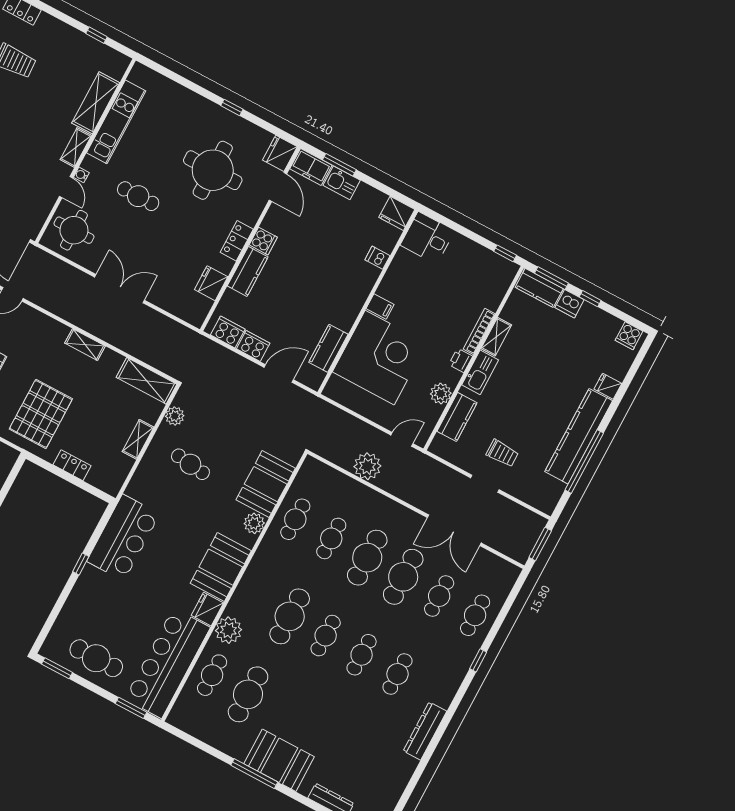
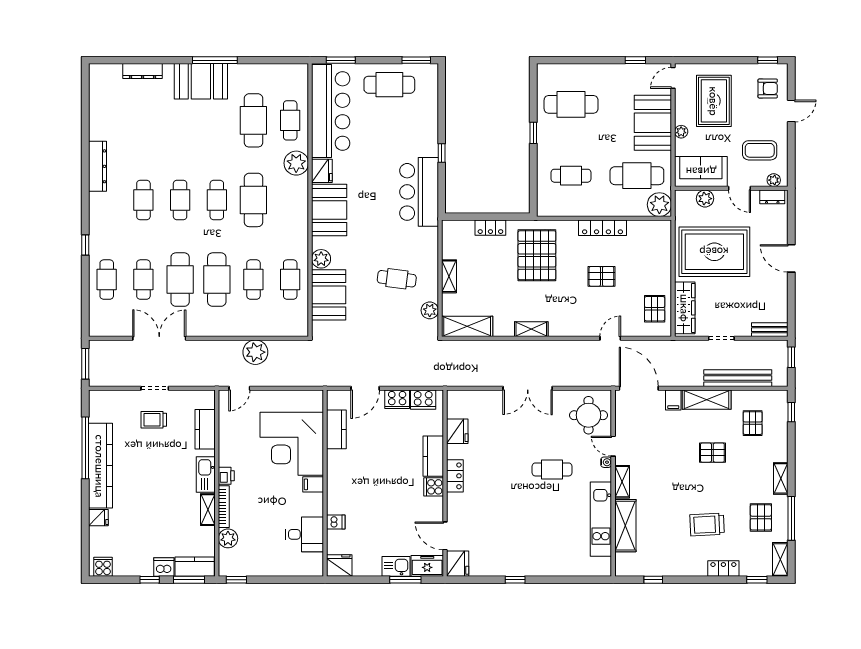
round table: (213, 170) -> (504, 522), removed
desk: (427, 238) -> (305, 534), moved
plant: (441, 394) -> (228, 538), moved

